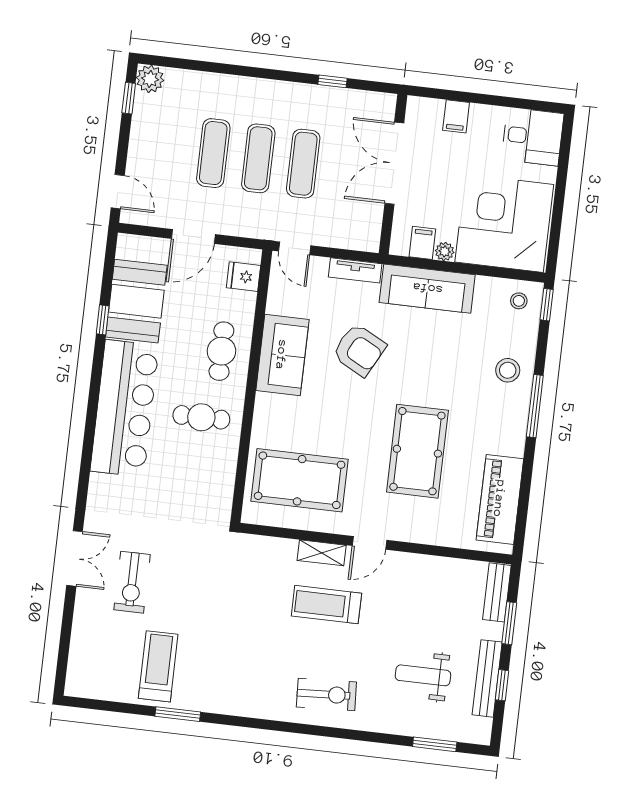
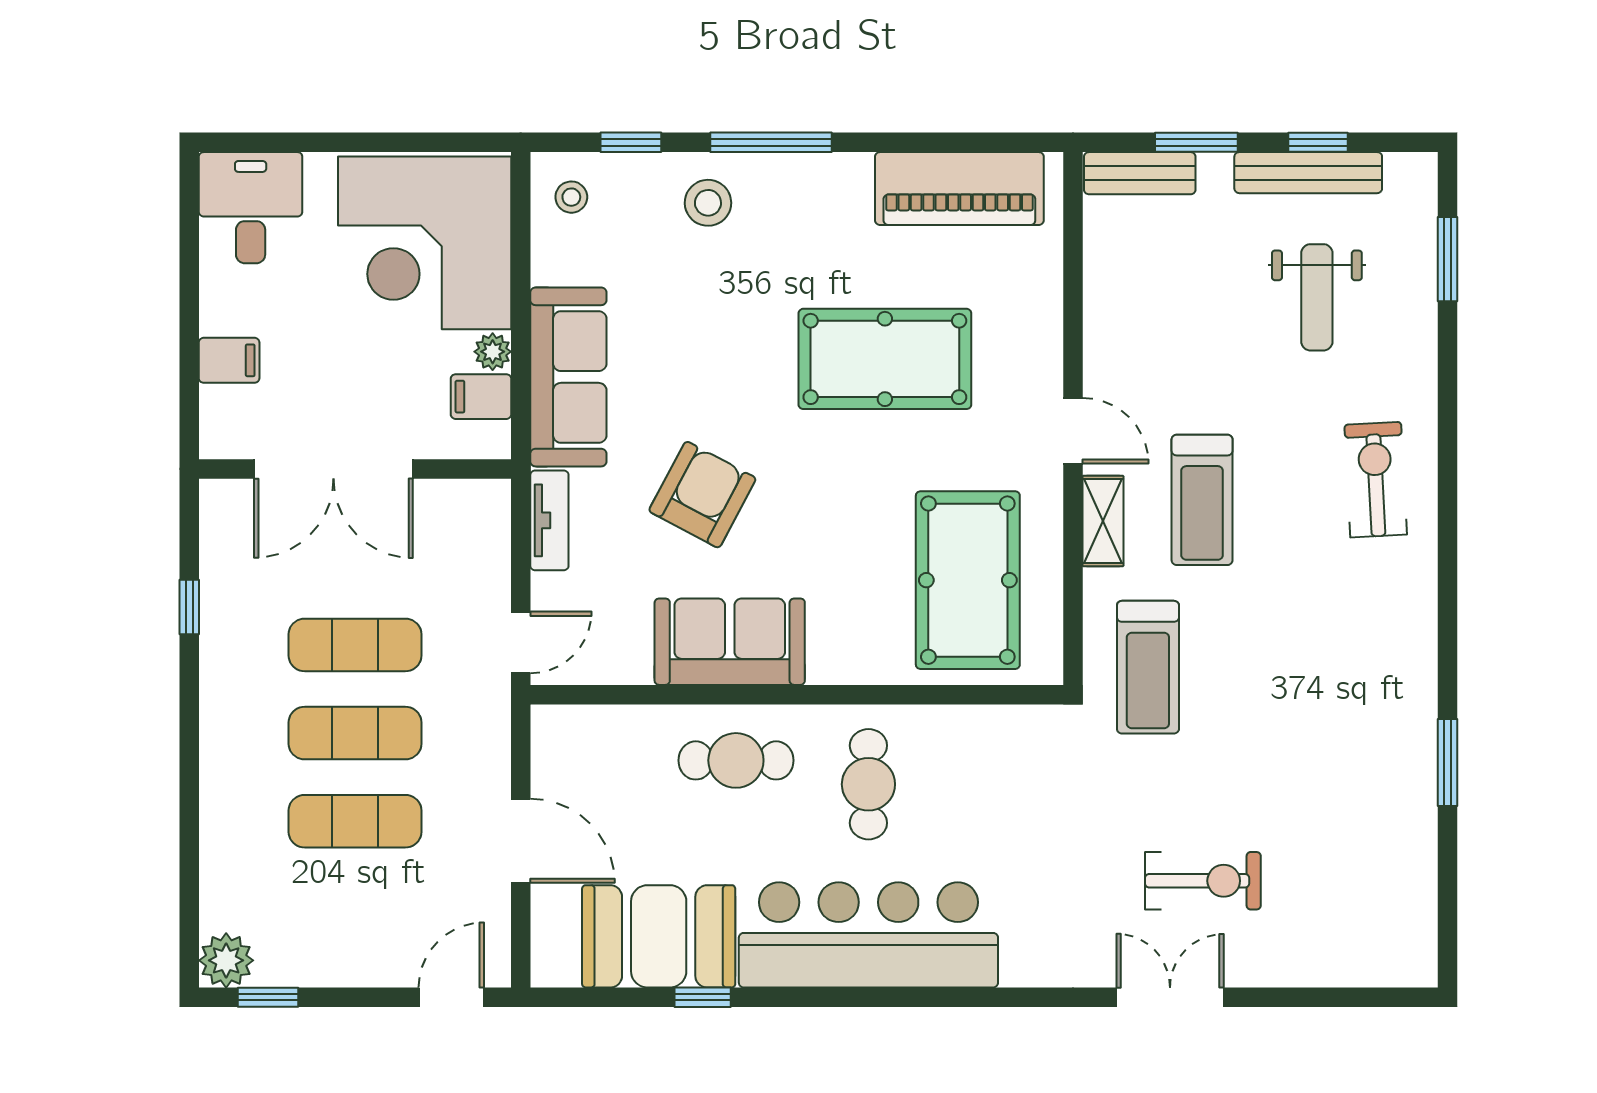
fridge: (243, 277) -> (587, 735), removed
window: (547, 305) -> (631, 142), moved
treadmill: (158, 666) -> (1148, 667), moved, turned -90

